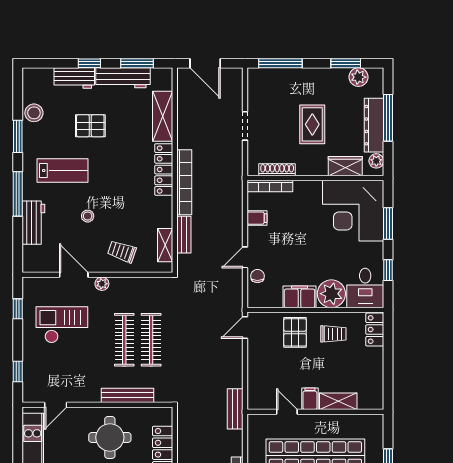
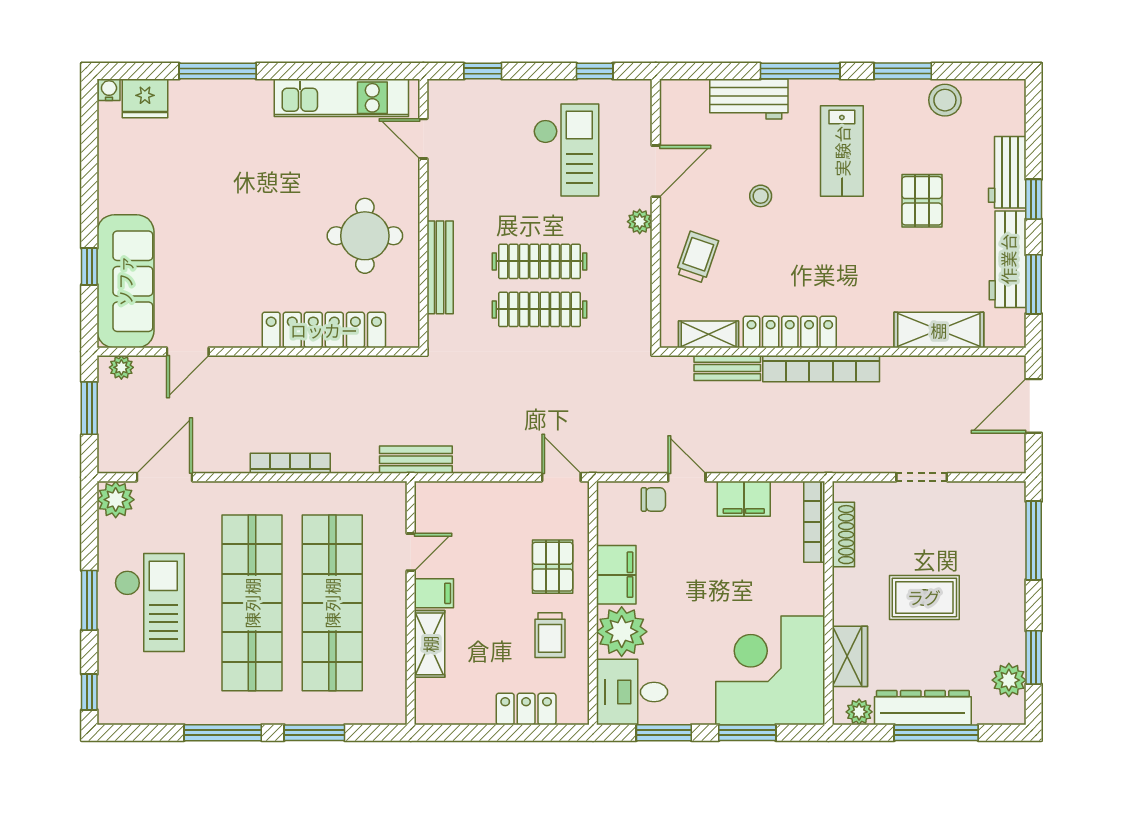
locker: (164, 170) -> (790, 332), moved
filing cabinet: (257, 218) -> (744, 499), width x2.00
window: (388, 270) -> (664, 733), width x1.50
locker: (375, 330) -> (526, 709), moved
pallet: (295, 332) -> (553, 567), turned 90

